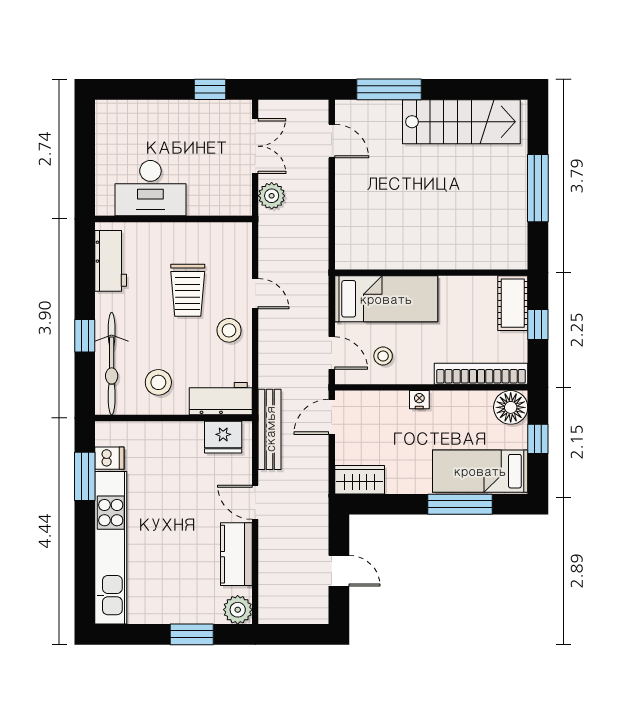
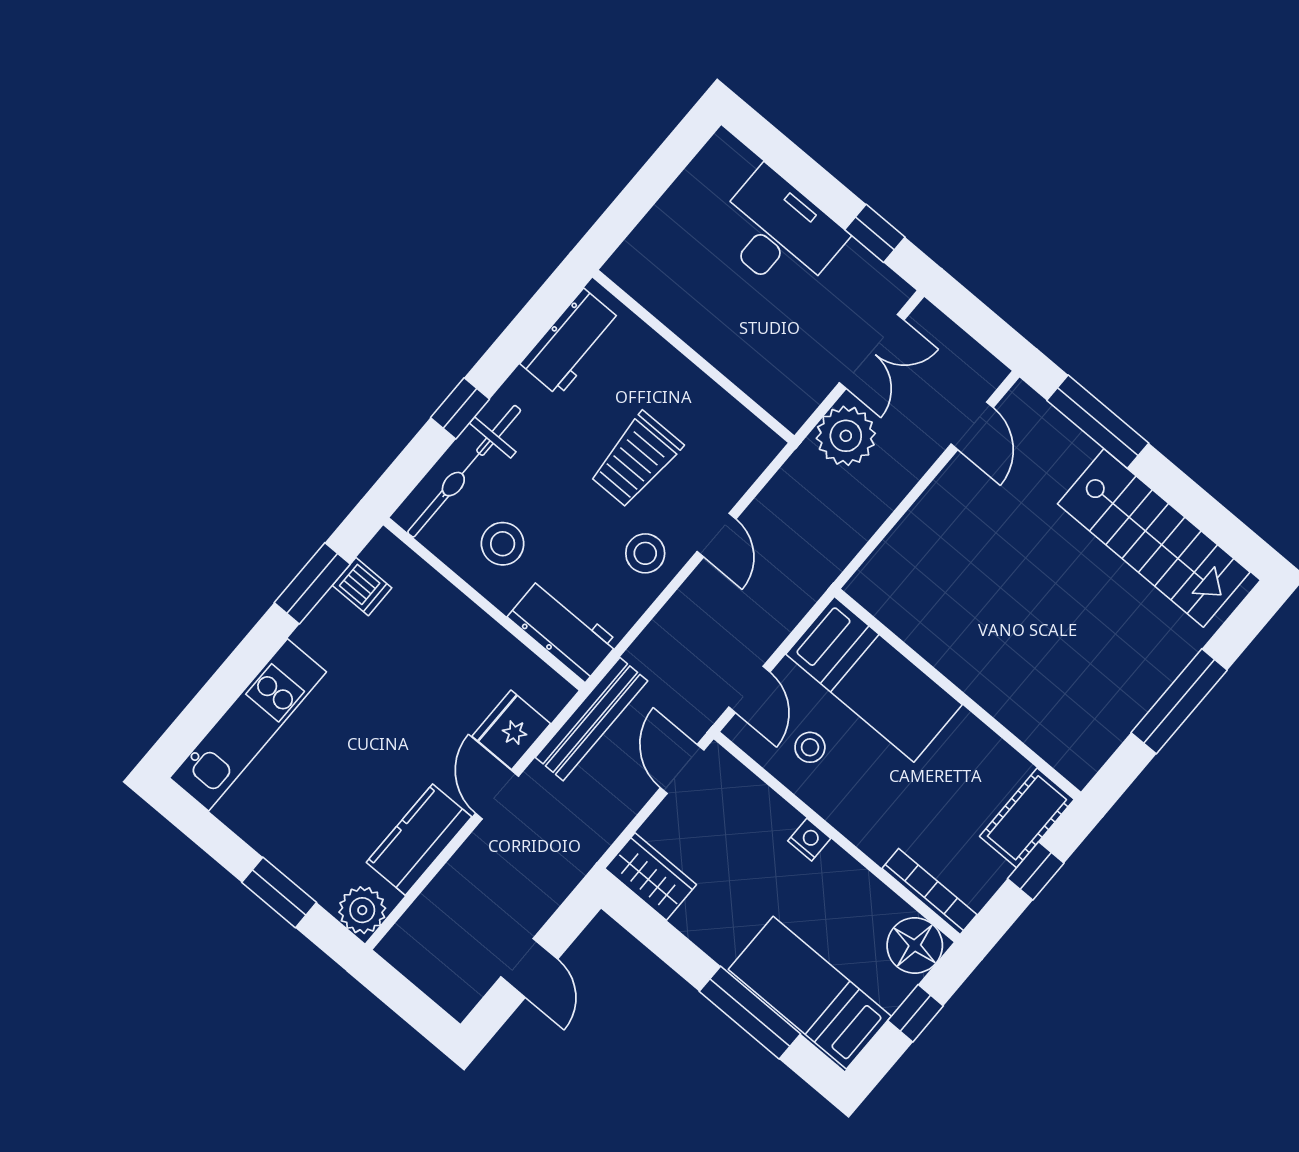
desk: (150, 188) -> (779, 233), moved, turned 180
plant: (272, 196) -> (846, 436), width x1.36, depth x1.36
bookcase: (481, 374) -> (929, 891), width x0.68, depth x0.76
door: (332, 417) -> (682, 769), hinge flipped
fridge: (223, 437) -> (511, 730), moved, turned 90
kitchen unit: (111, 548) -> (248, 725), width x0.73

